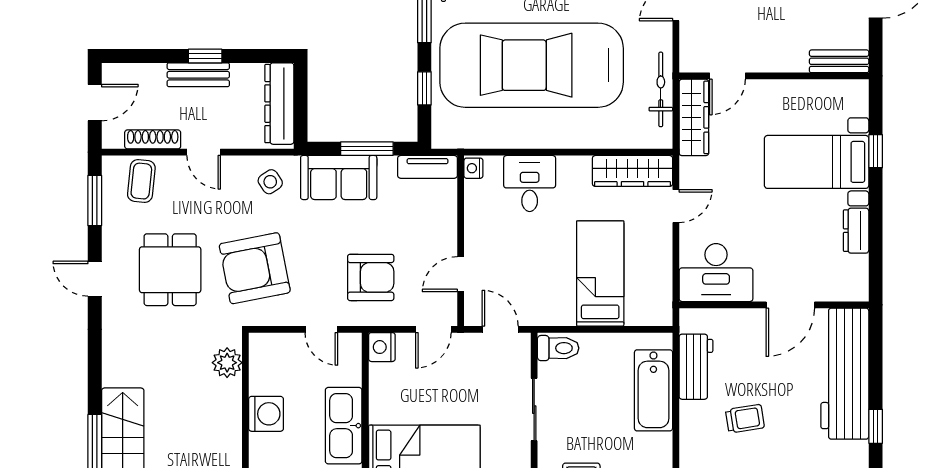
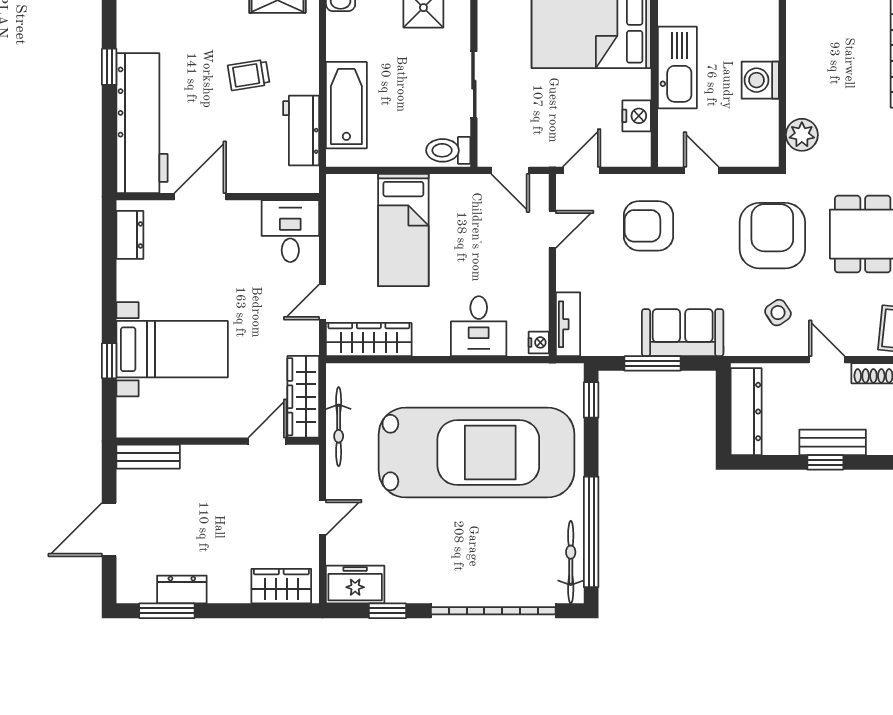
window: (424, 88) -> (591, 400), moved
tv unit: (428, 167) -> (568, 324), moved, turned 90
side table: (270, 182) -> (778, 313), moved
dresser: (856, 231) -> (130, 235), moved
armchair: (255, 268) -> (772, 236), turned -79
desk: (716, 273) -> (290, 231), width x0.73
nightstand: (382, 347) -> (637, 116), moved

